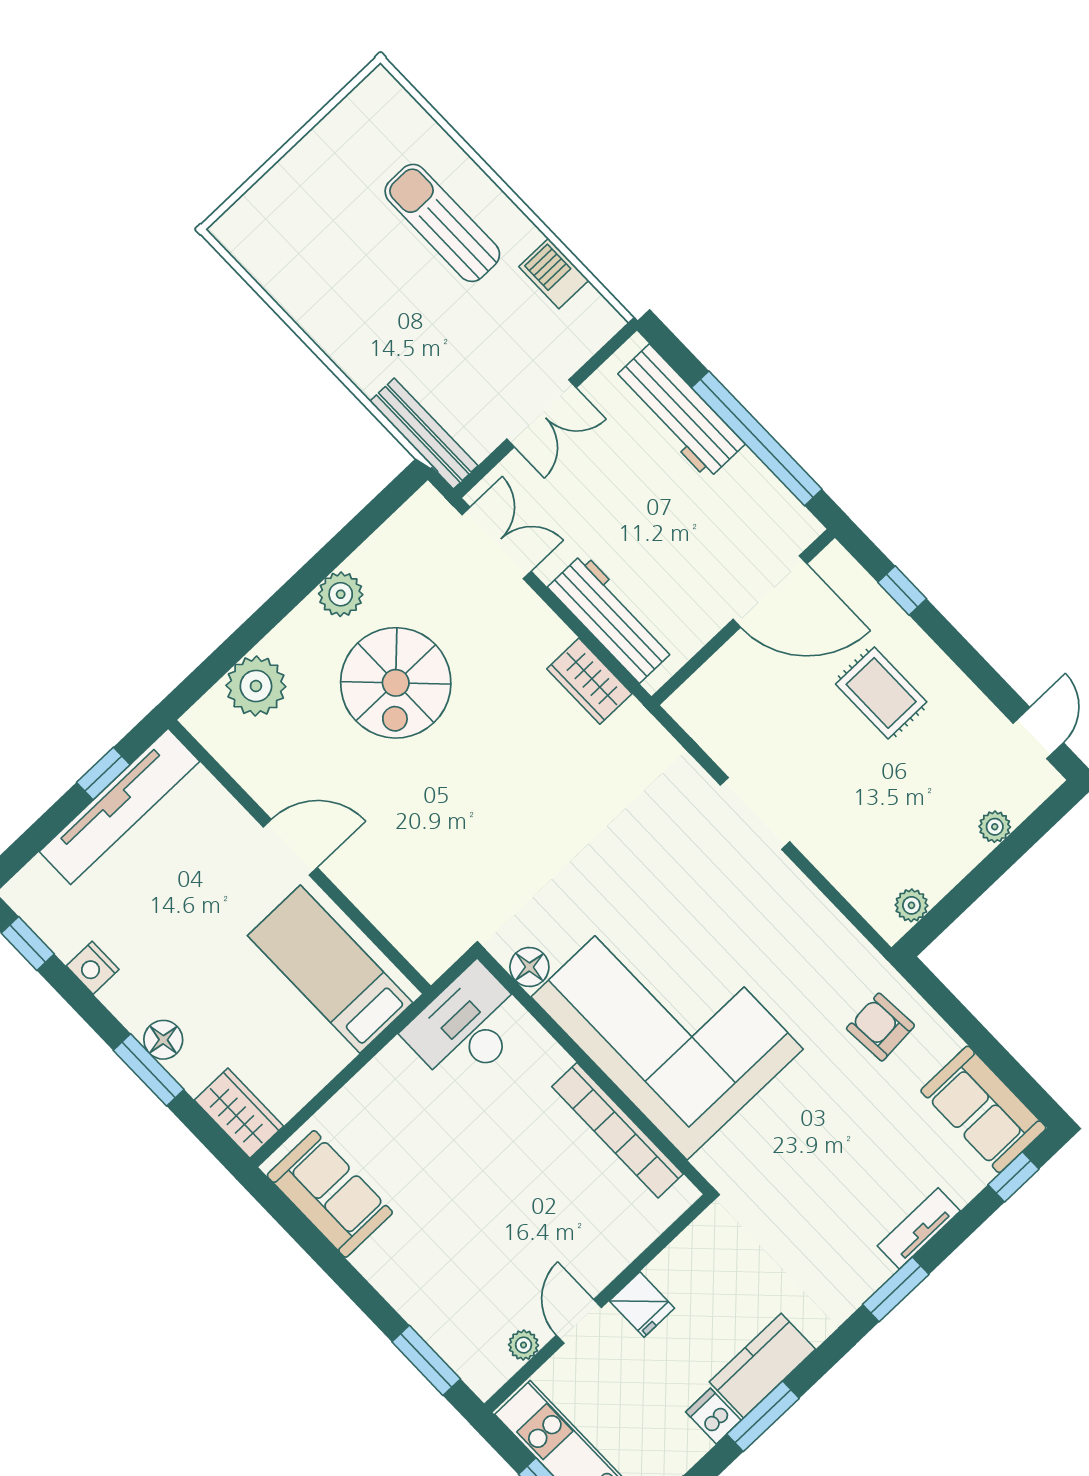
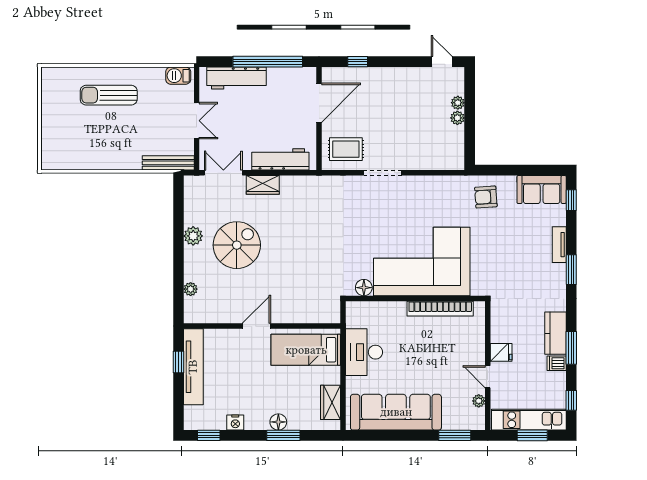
barbecue: (554, 273) -> (178, 76), moved
wardrobe: (589, 681) -> (263, 185), moved
spiral stairs: (396, 683) -> (237, 245), turned -90
plant: (256, 686) -> (191, 289), width x0.53, depth x0.53
rug: (881, 693) -> (346, 149), moved
plant: (911, 905) -> (457, 118), moved
desk: (467, 1027) -> (364, 352), moved
wardrobe: (239, 1113) -> (331, 402), moved, turned -90
sofa: (330, 1194) -> (396, 412), width x1.85, depth x1.27

